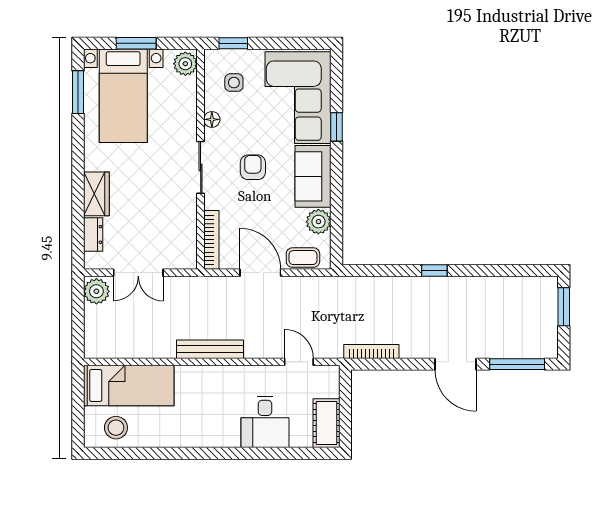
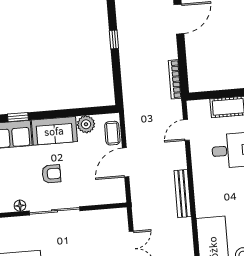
sliding door: (201, 167) -> (55, 211), width x1.37
armchair: (253, 167) -> (51, 174), turned 180
bookcase: (211, 240) -> (105, 199), removed

